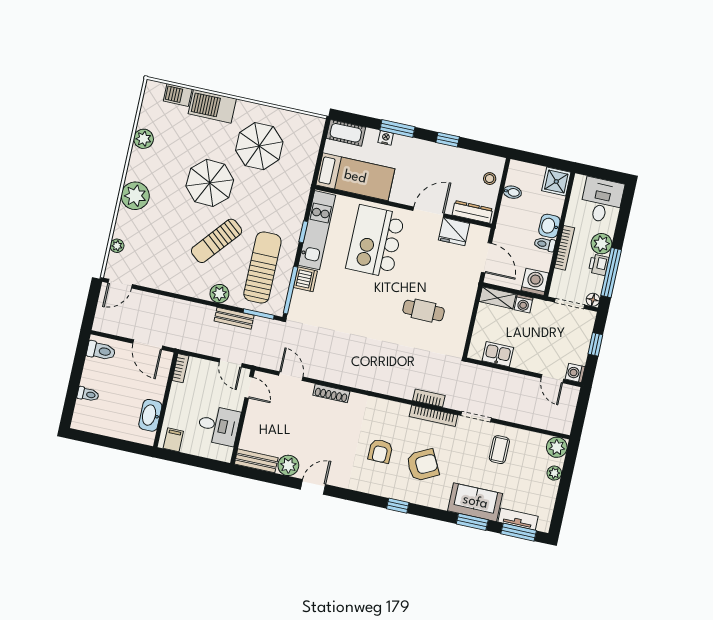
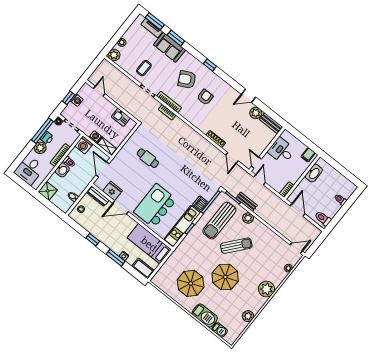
kitchen island: (375, 241) -> (155, 206), turned 180
washing machine: (575, 373) -> (77, 100), moved

